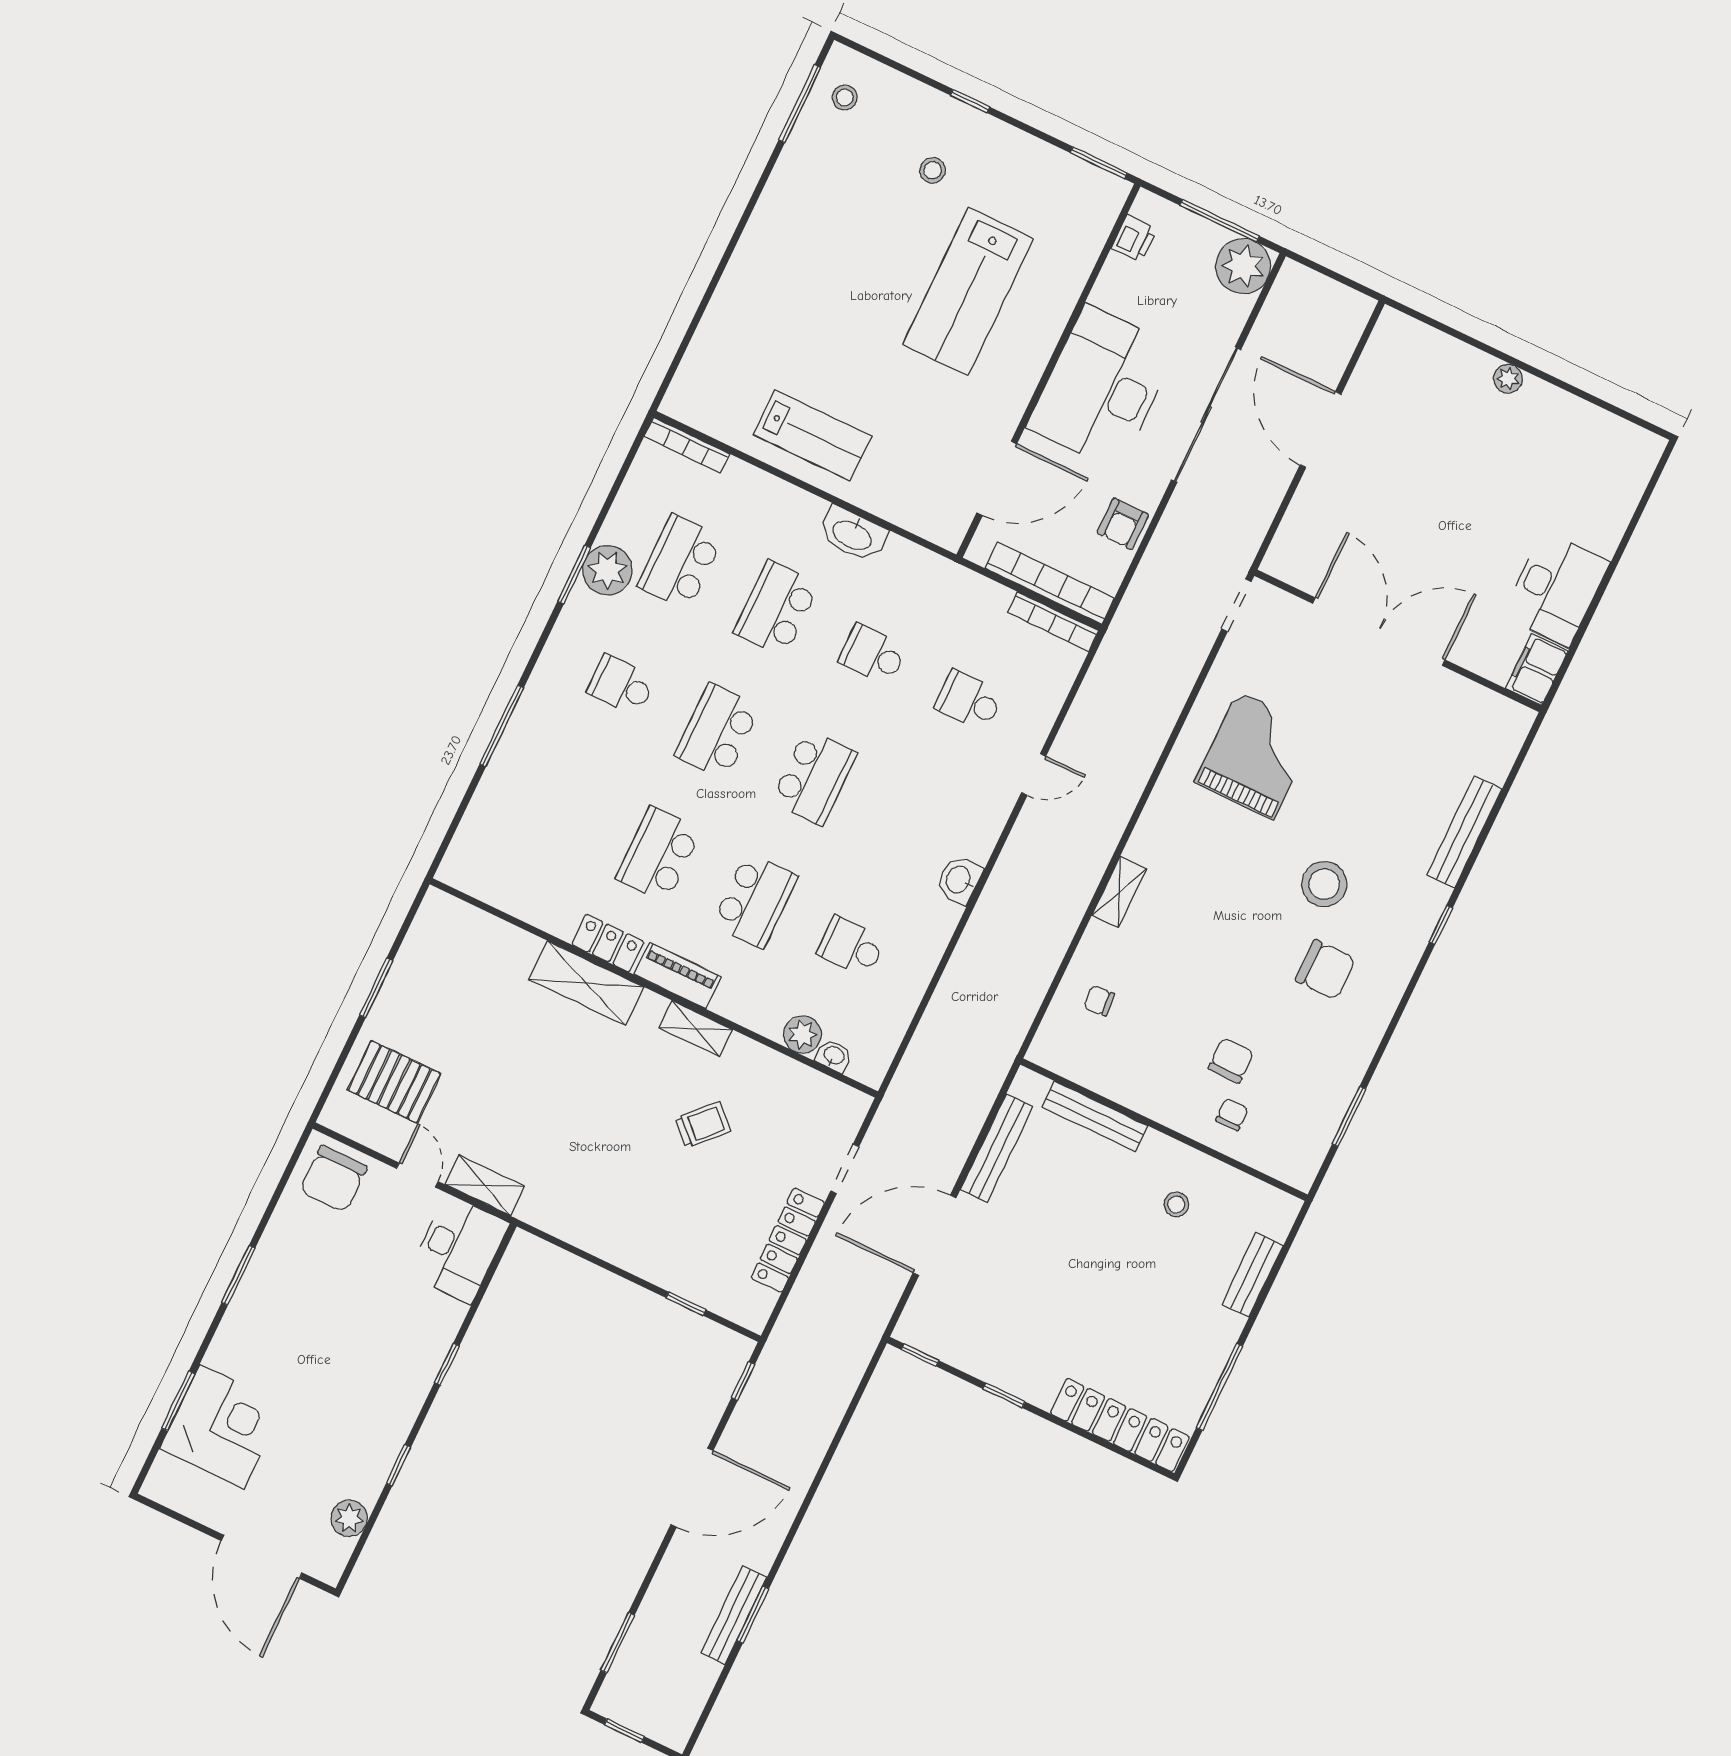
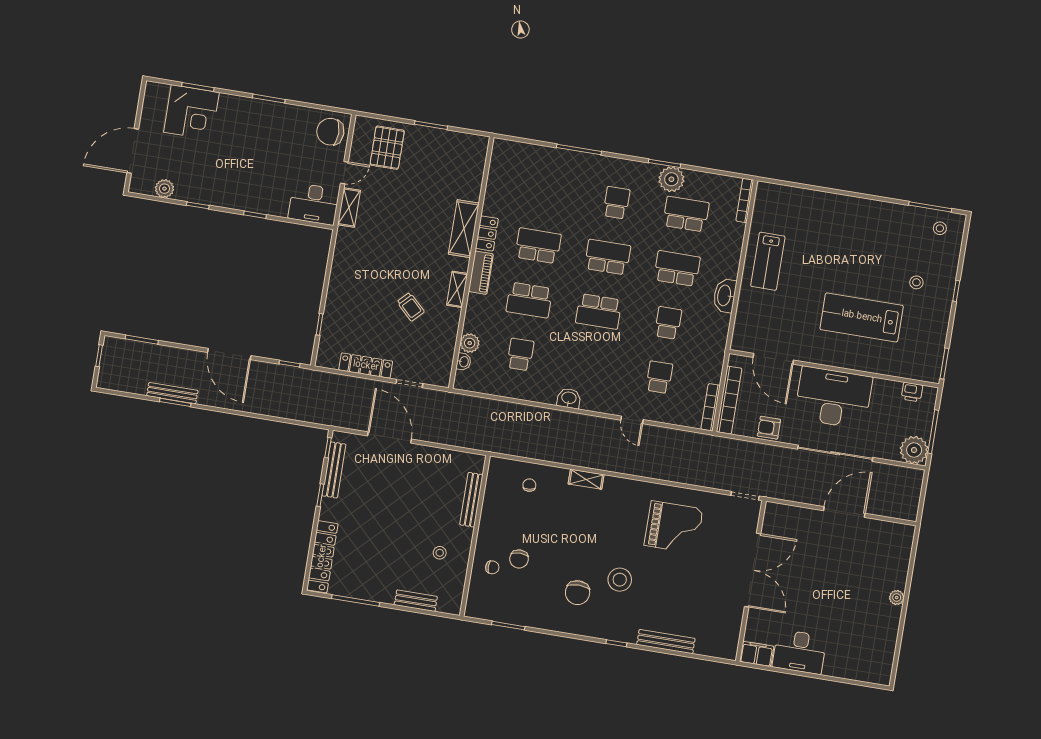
chair: (1231, 1060) -> (519, 559), turned 90
bench: (997, 1148) -> (334, 470), moved, turned 90

